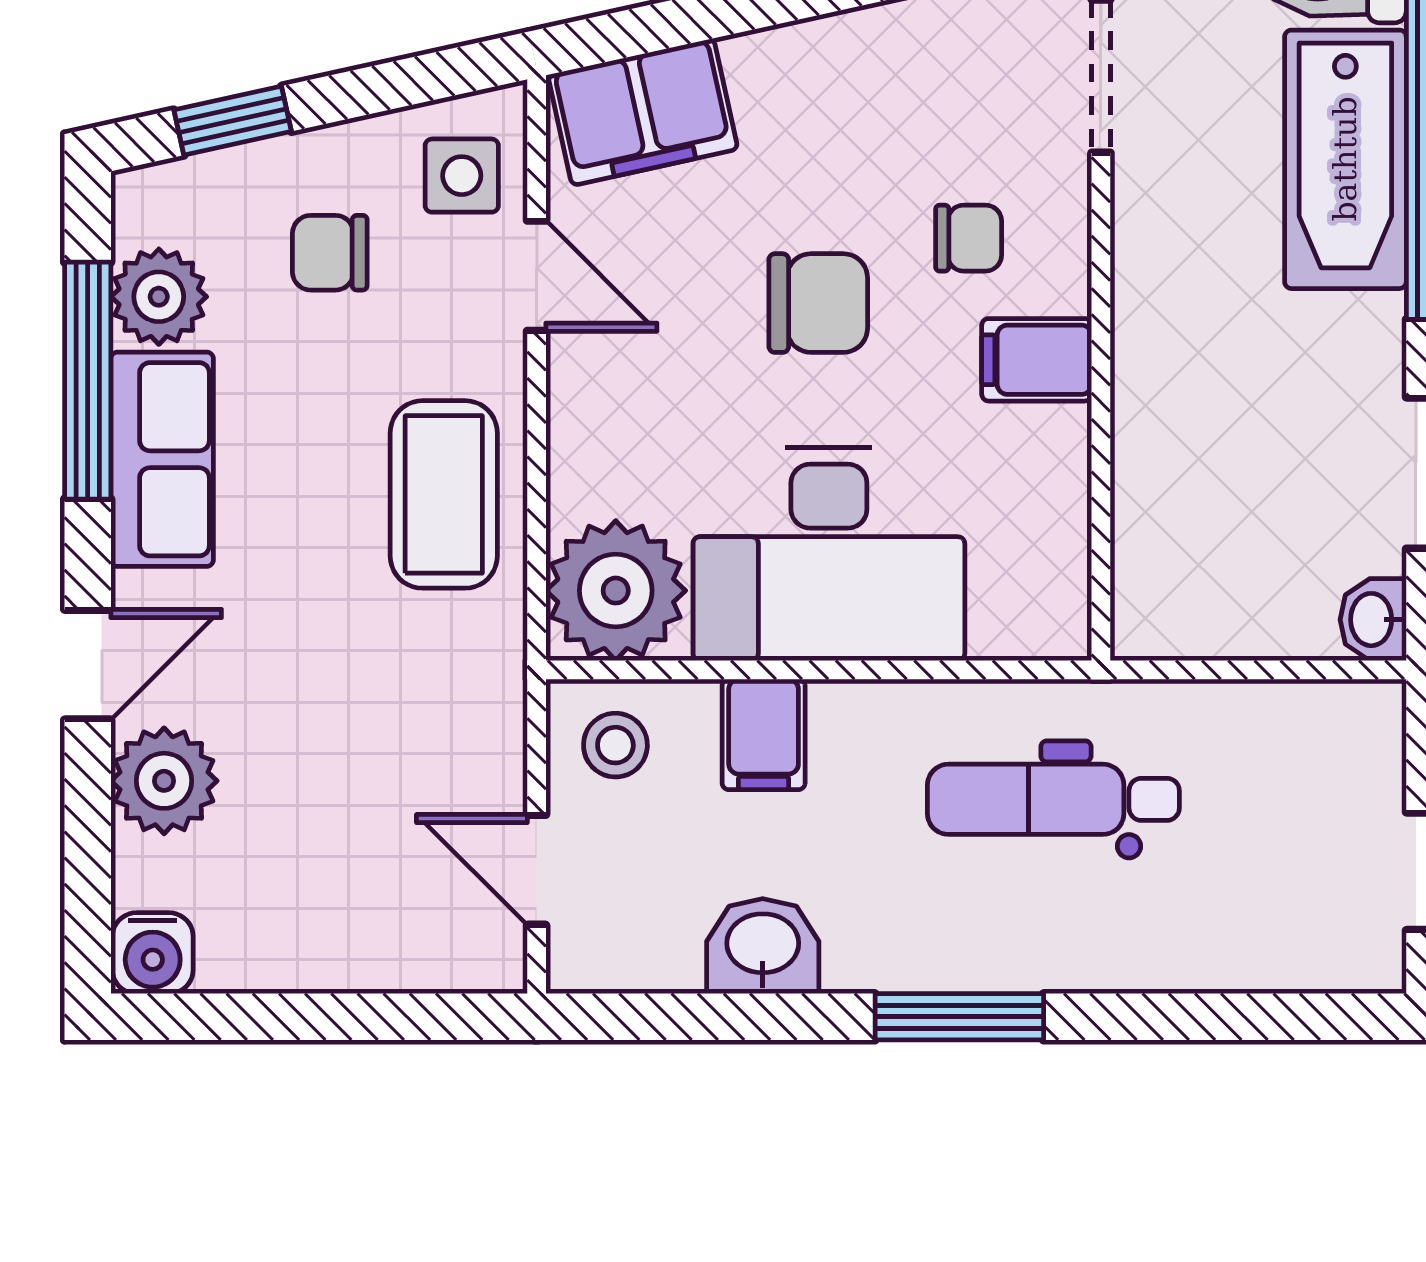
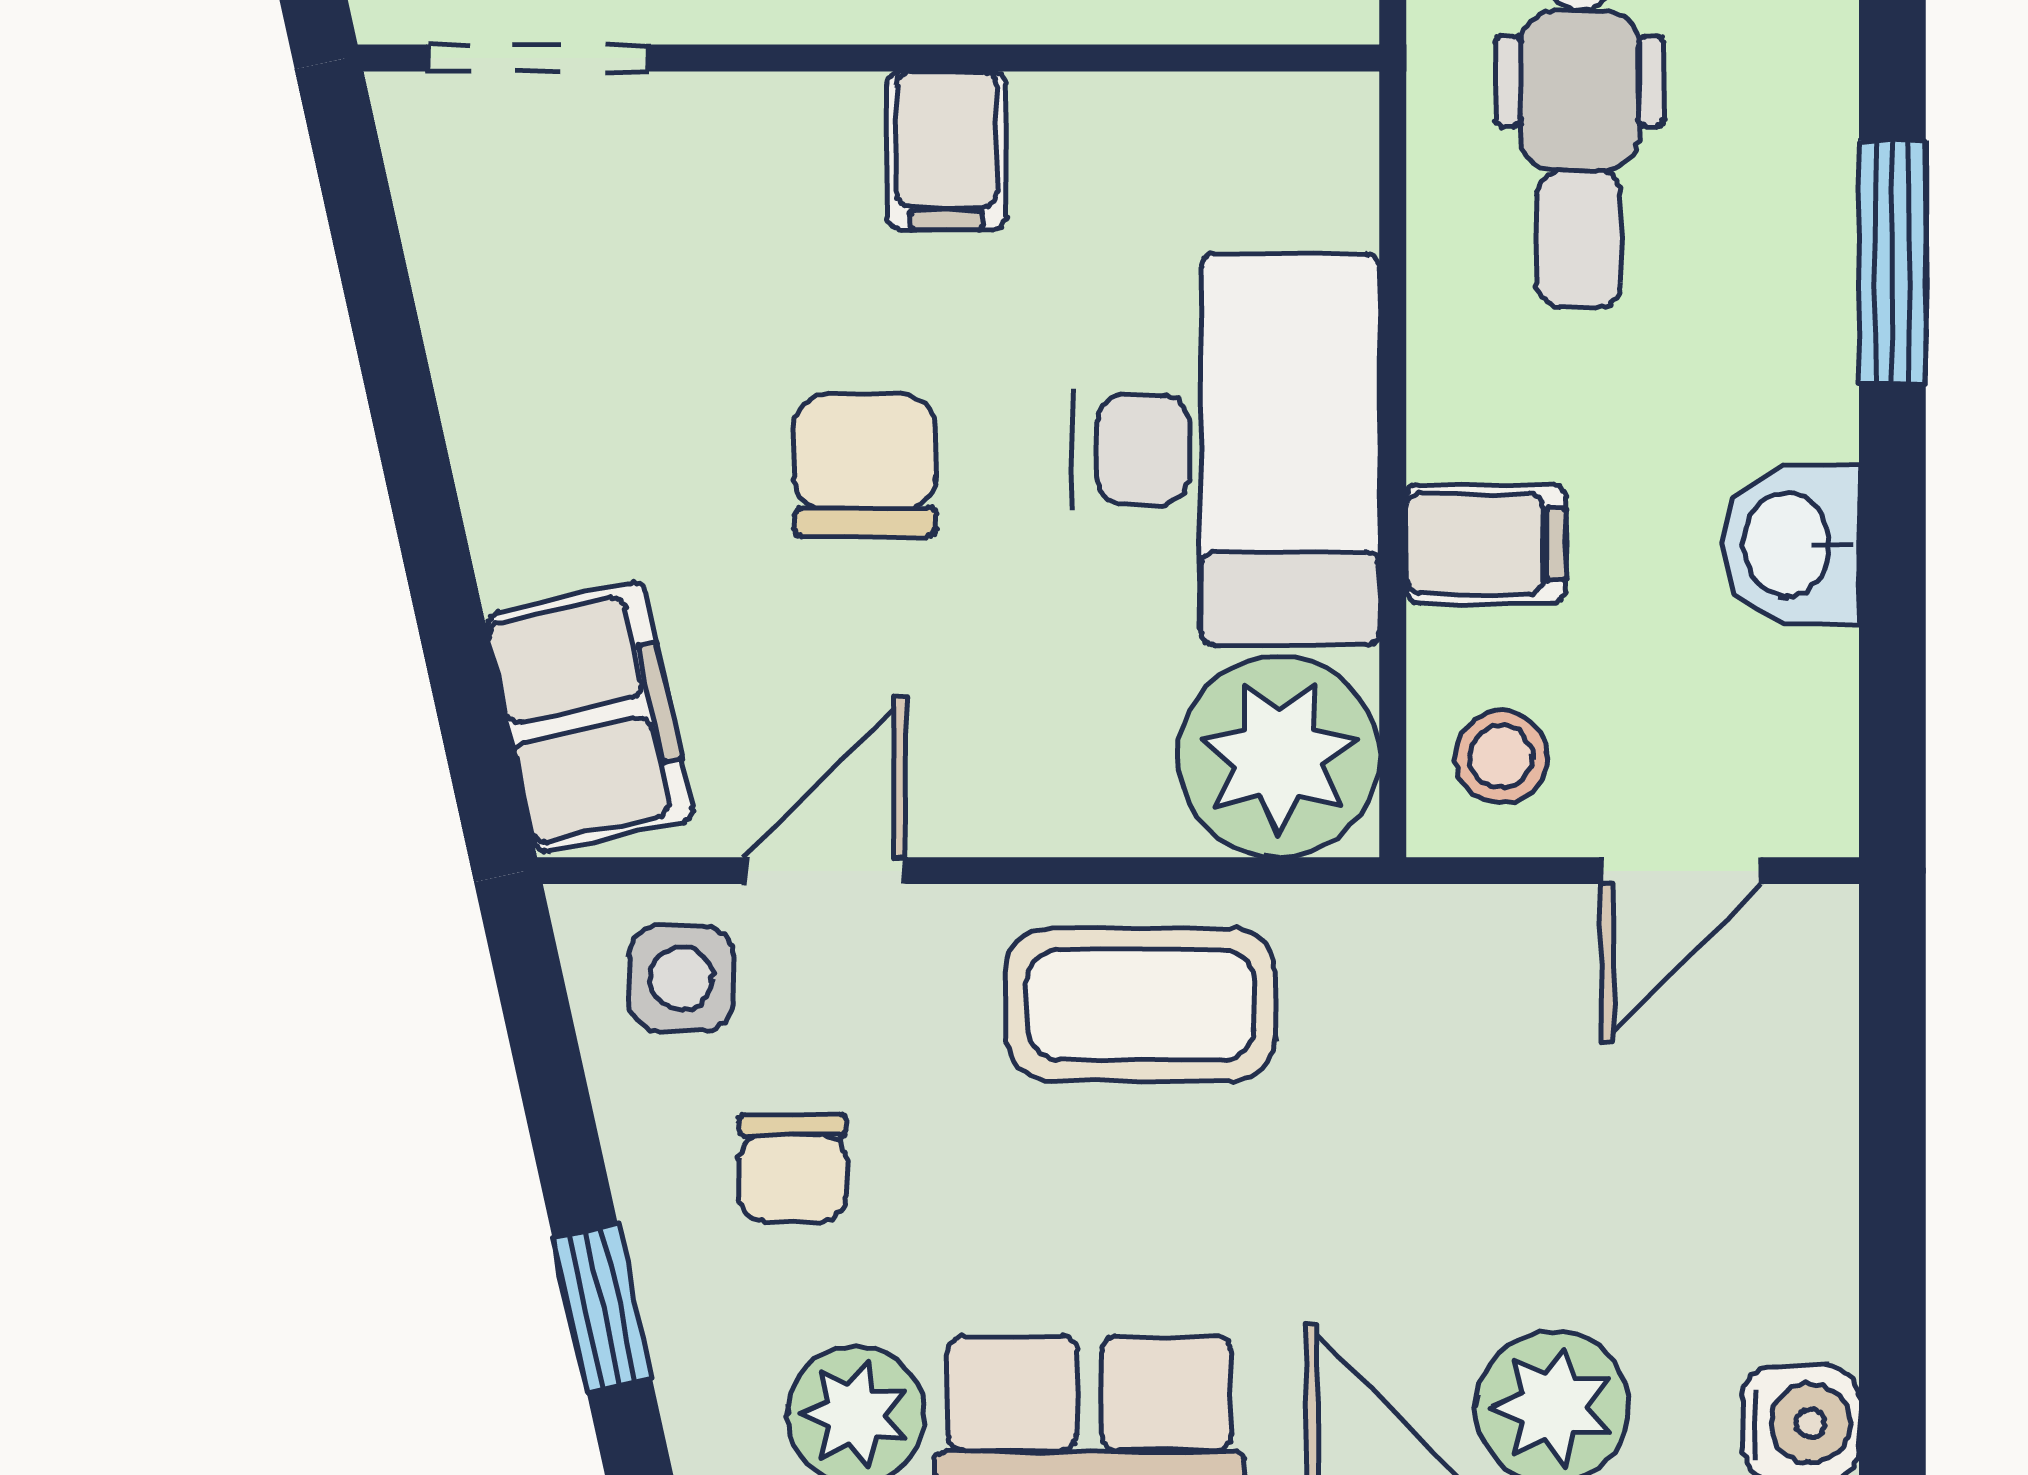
chair: (969, 238) -> (771, 248), removed

